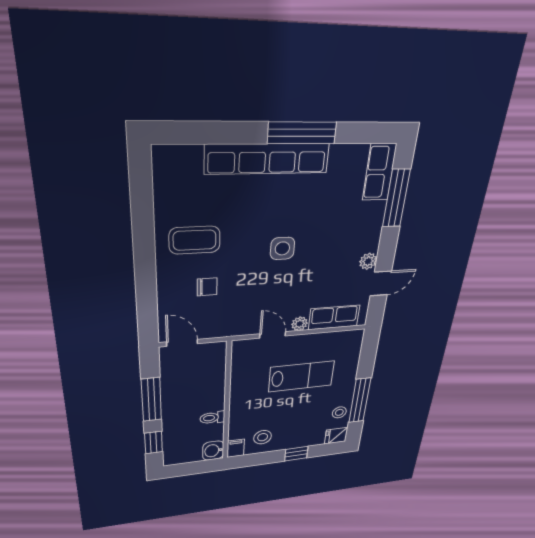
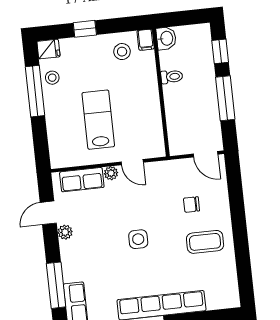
lab bench: (302, 376) -> (98, 120), turned 90

